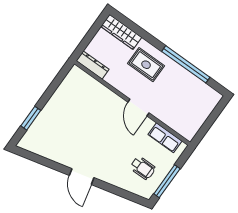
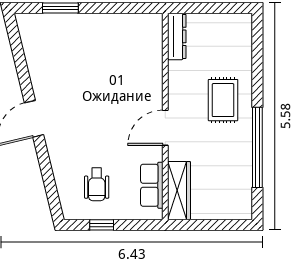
wardrobe: (121, 32) -> (179, 191), moved, turned 180
window: (167, 181) -> (102, 225), width x0.46

